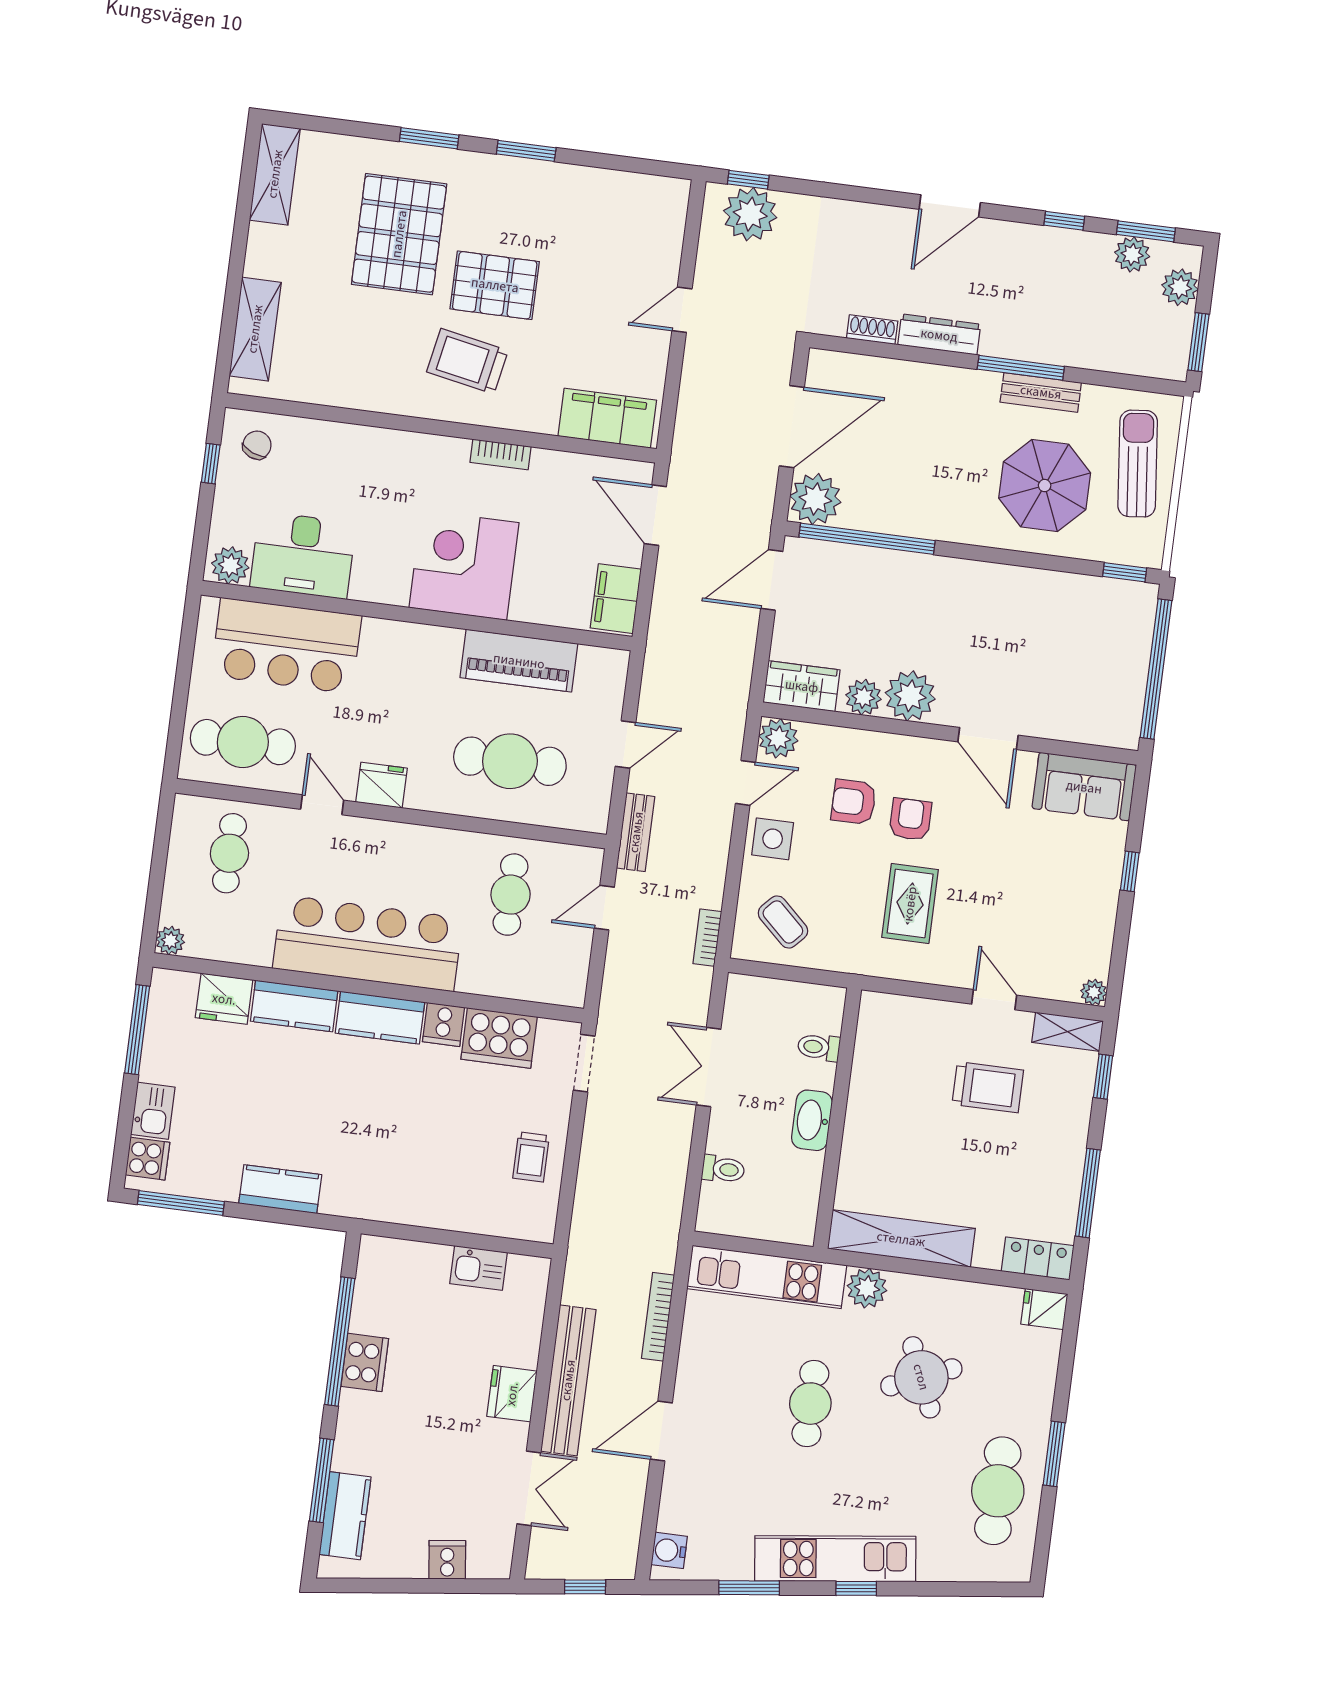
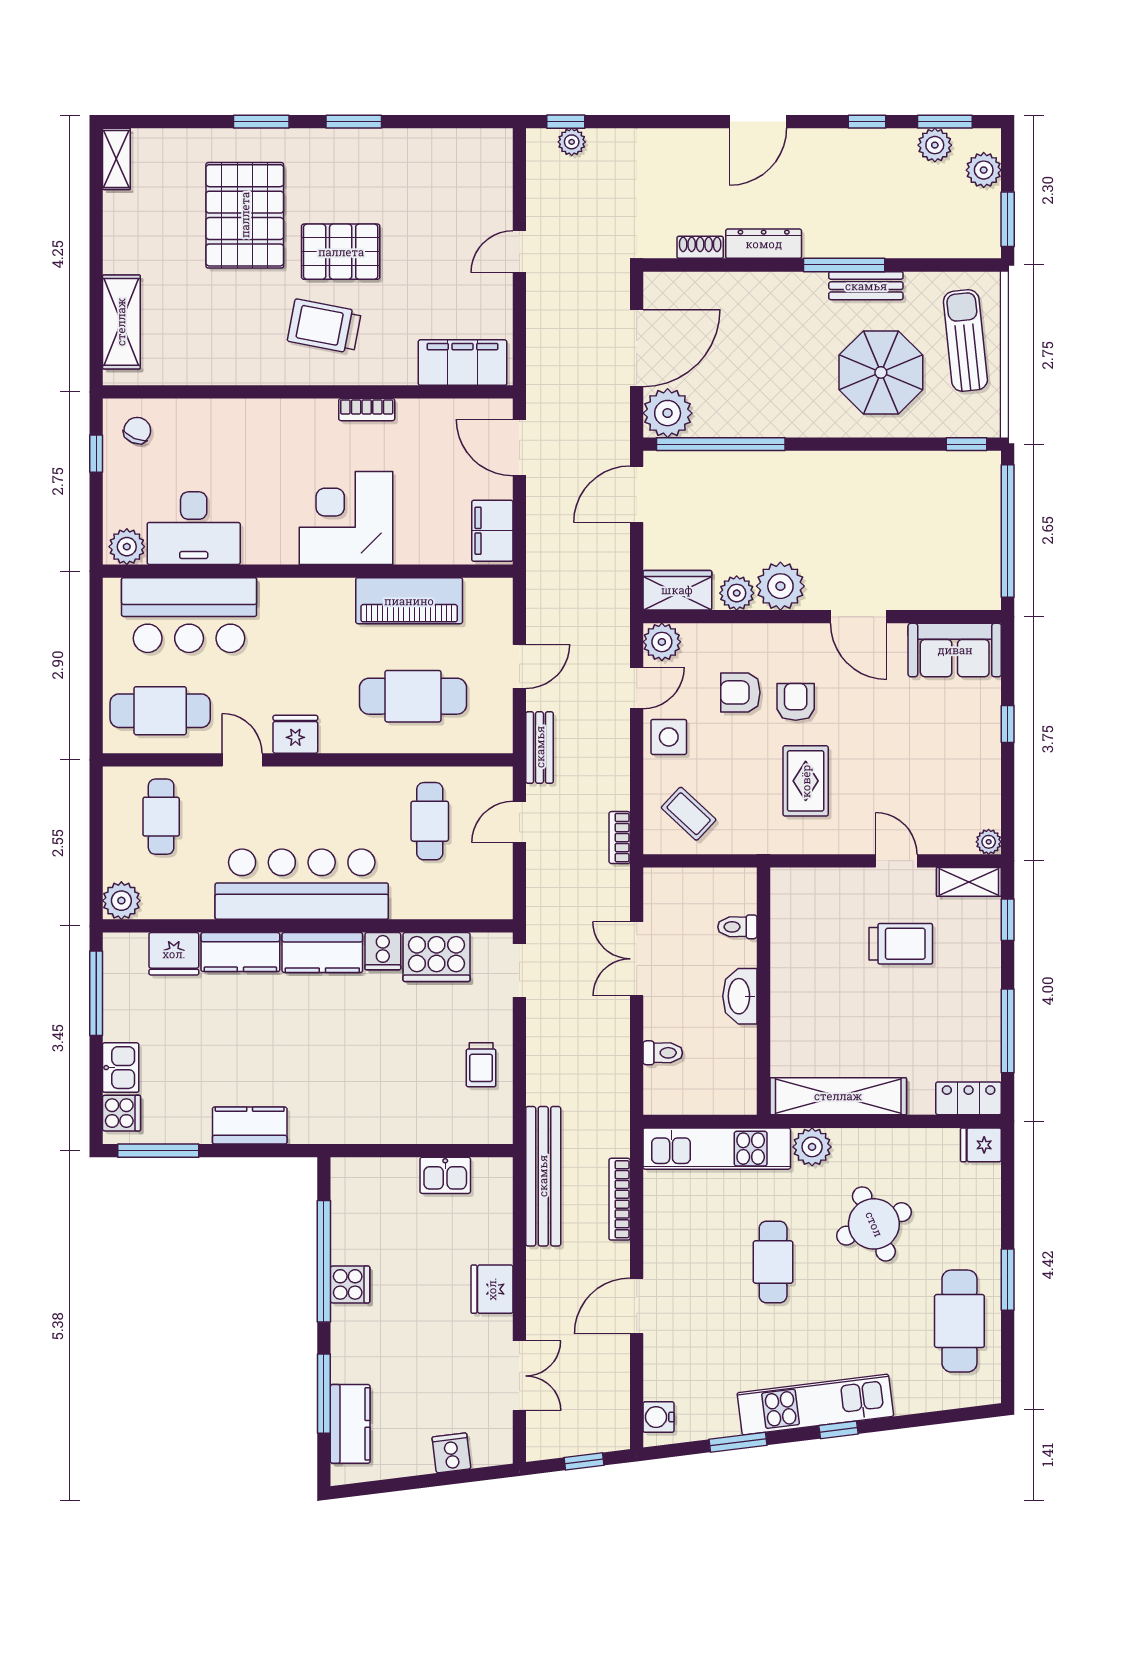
shelving: (275, 174) -> (116, 159), width x0.67, depth x0.75
plant: (750, 214) -> (572, 142), width x0.53, depth x0.53
plant: (170, 941) -> (121, 901), width x1.38, depth x1.38
cooker: (365, 1362) -> (350, 1284), width x0.73
bench: (568, 1380) -> (543, 1176), moved

